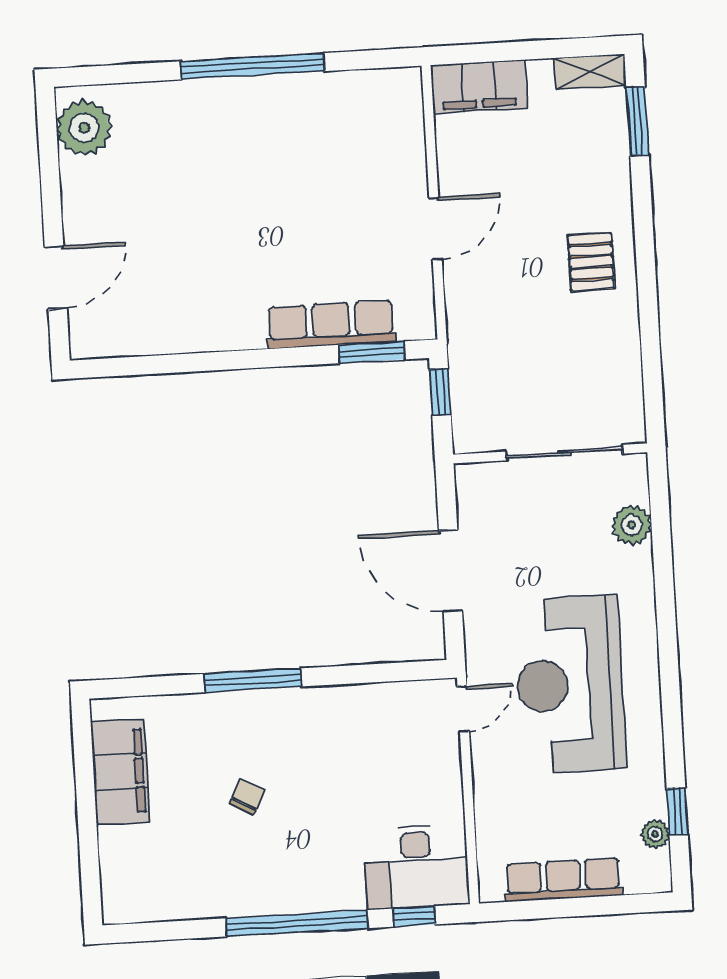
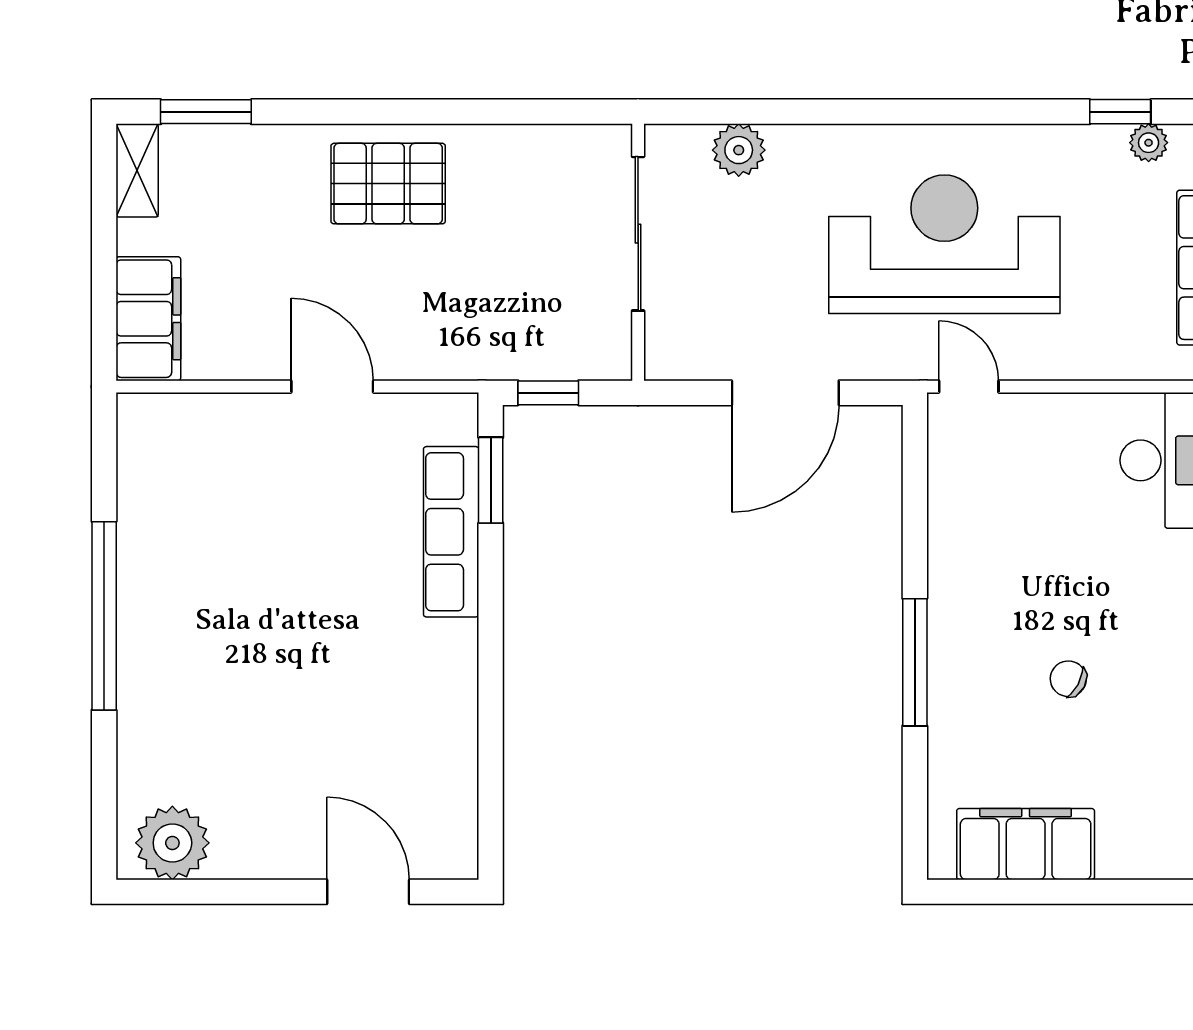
pallet: (591, 262) -> (388, 184), width x1.50, depth x1.42
reception desk: (570, 684) -> (944, 244), turned 180

